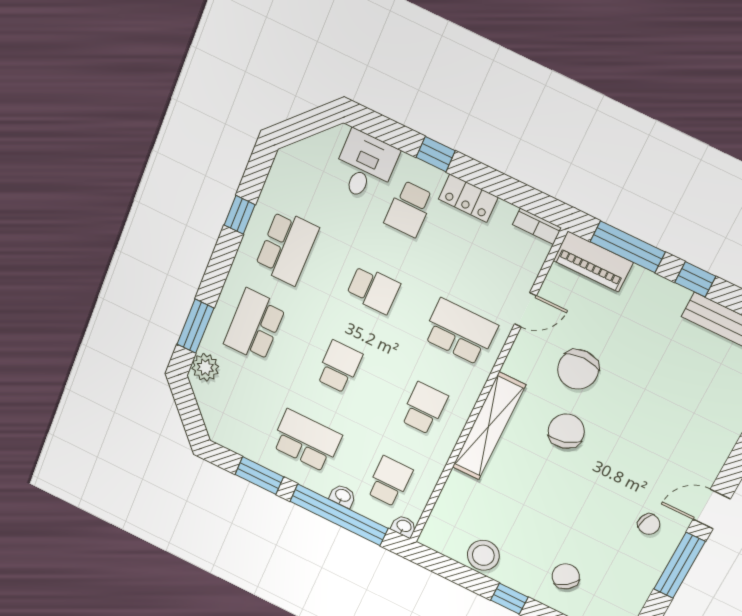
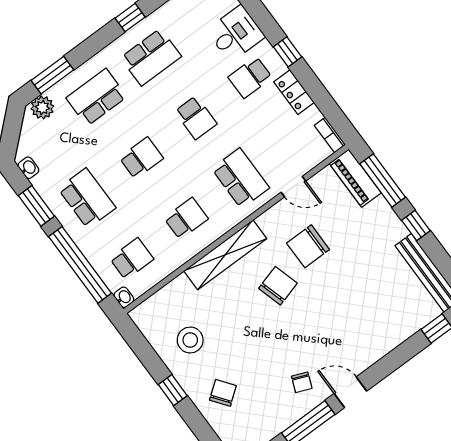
washbasin: (343, 496) -> (28, 168), moved
stool: (483, 555) -> (190, 340), moved

